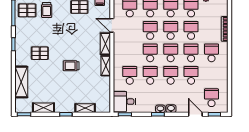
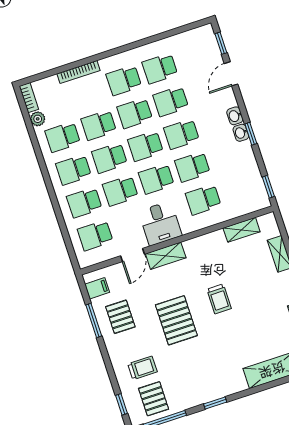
pallet: (40, 53) -> (176, 320), moved, width x1.50, depth x1.42
shelving: (106, 66) -> (242, 230), moved
school desk: (212, 98) -> (160, 68), moved
desk: (124, 102) -> (160, 223), moved

